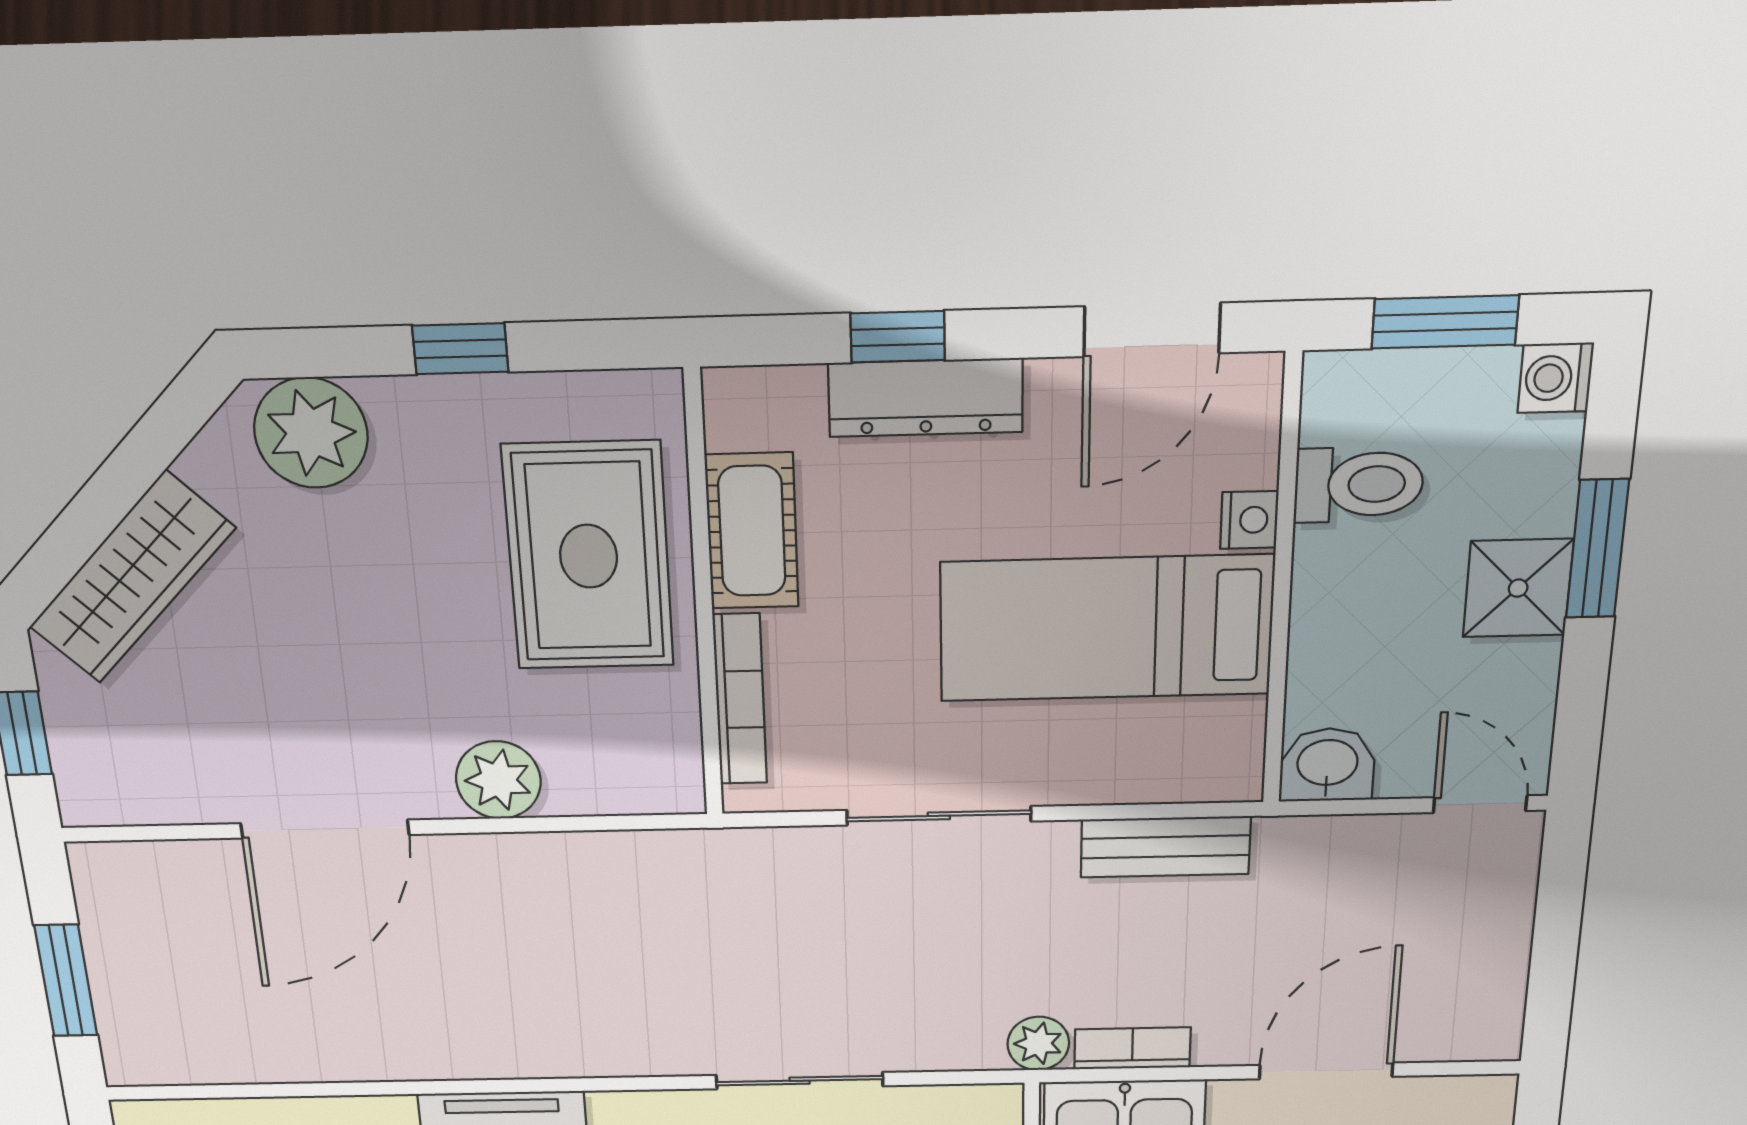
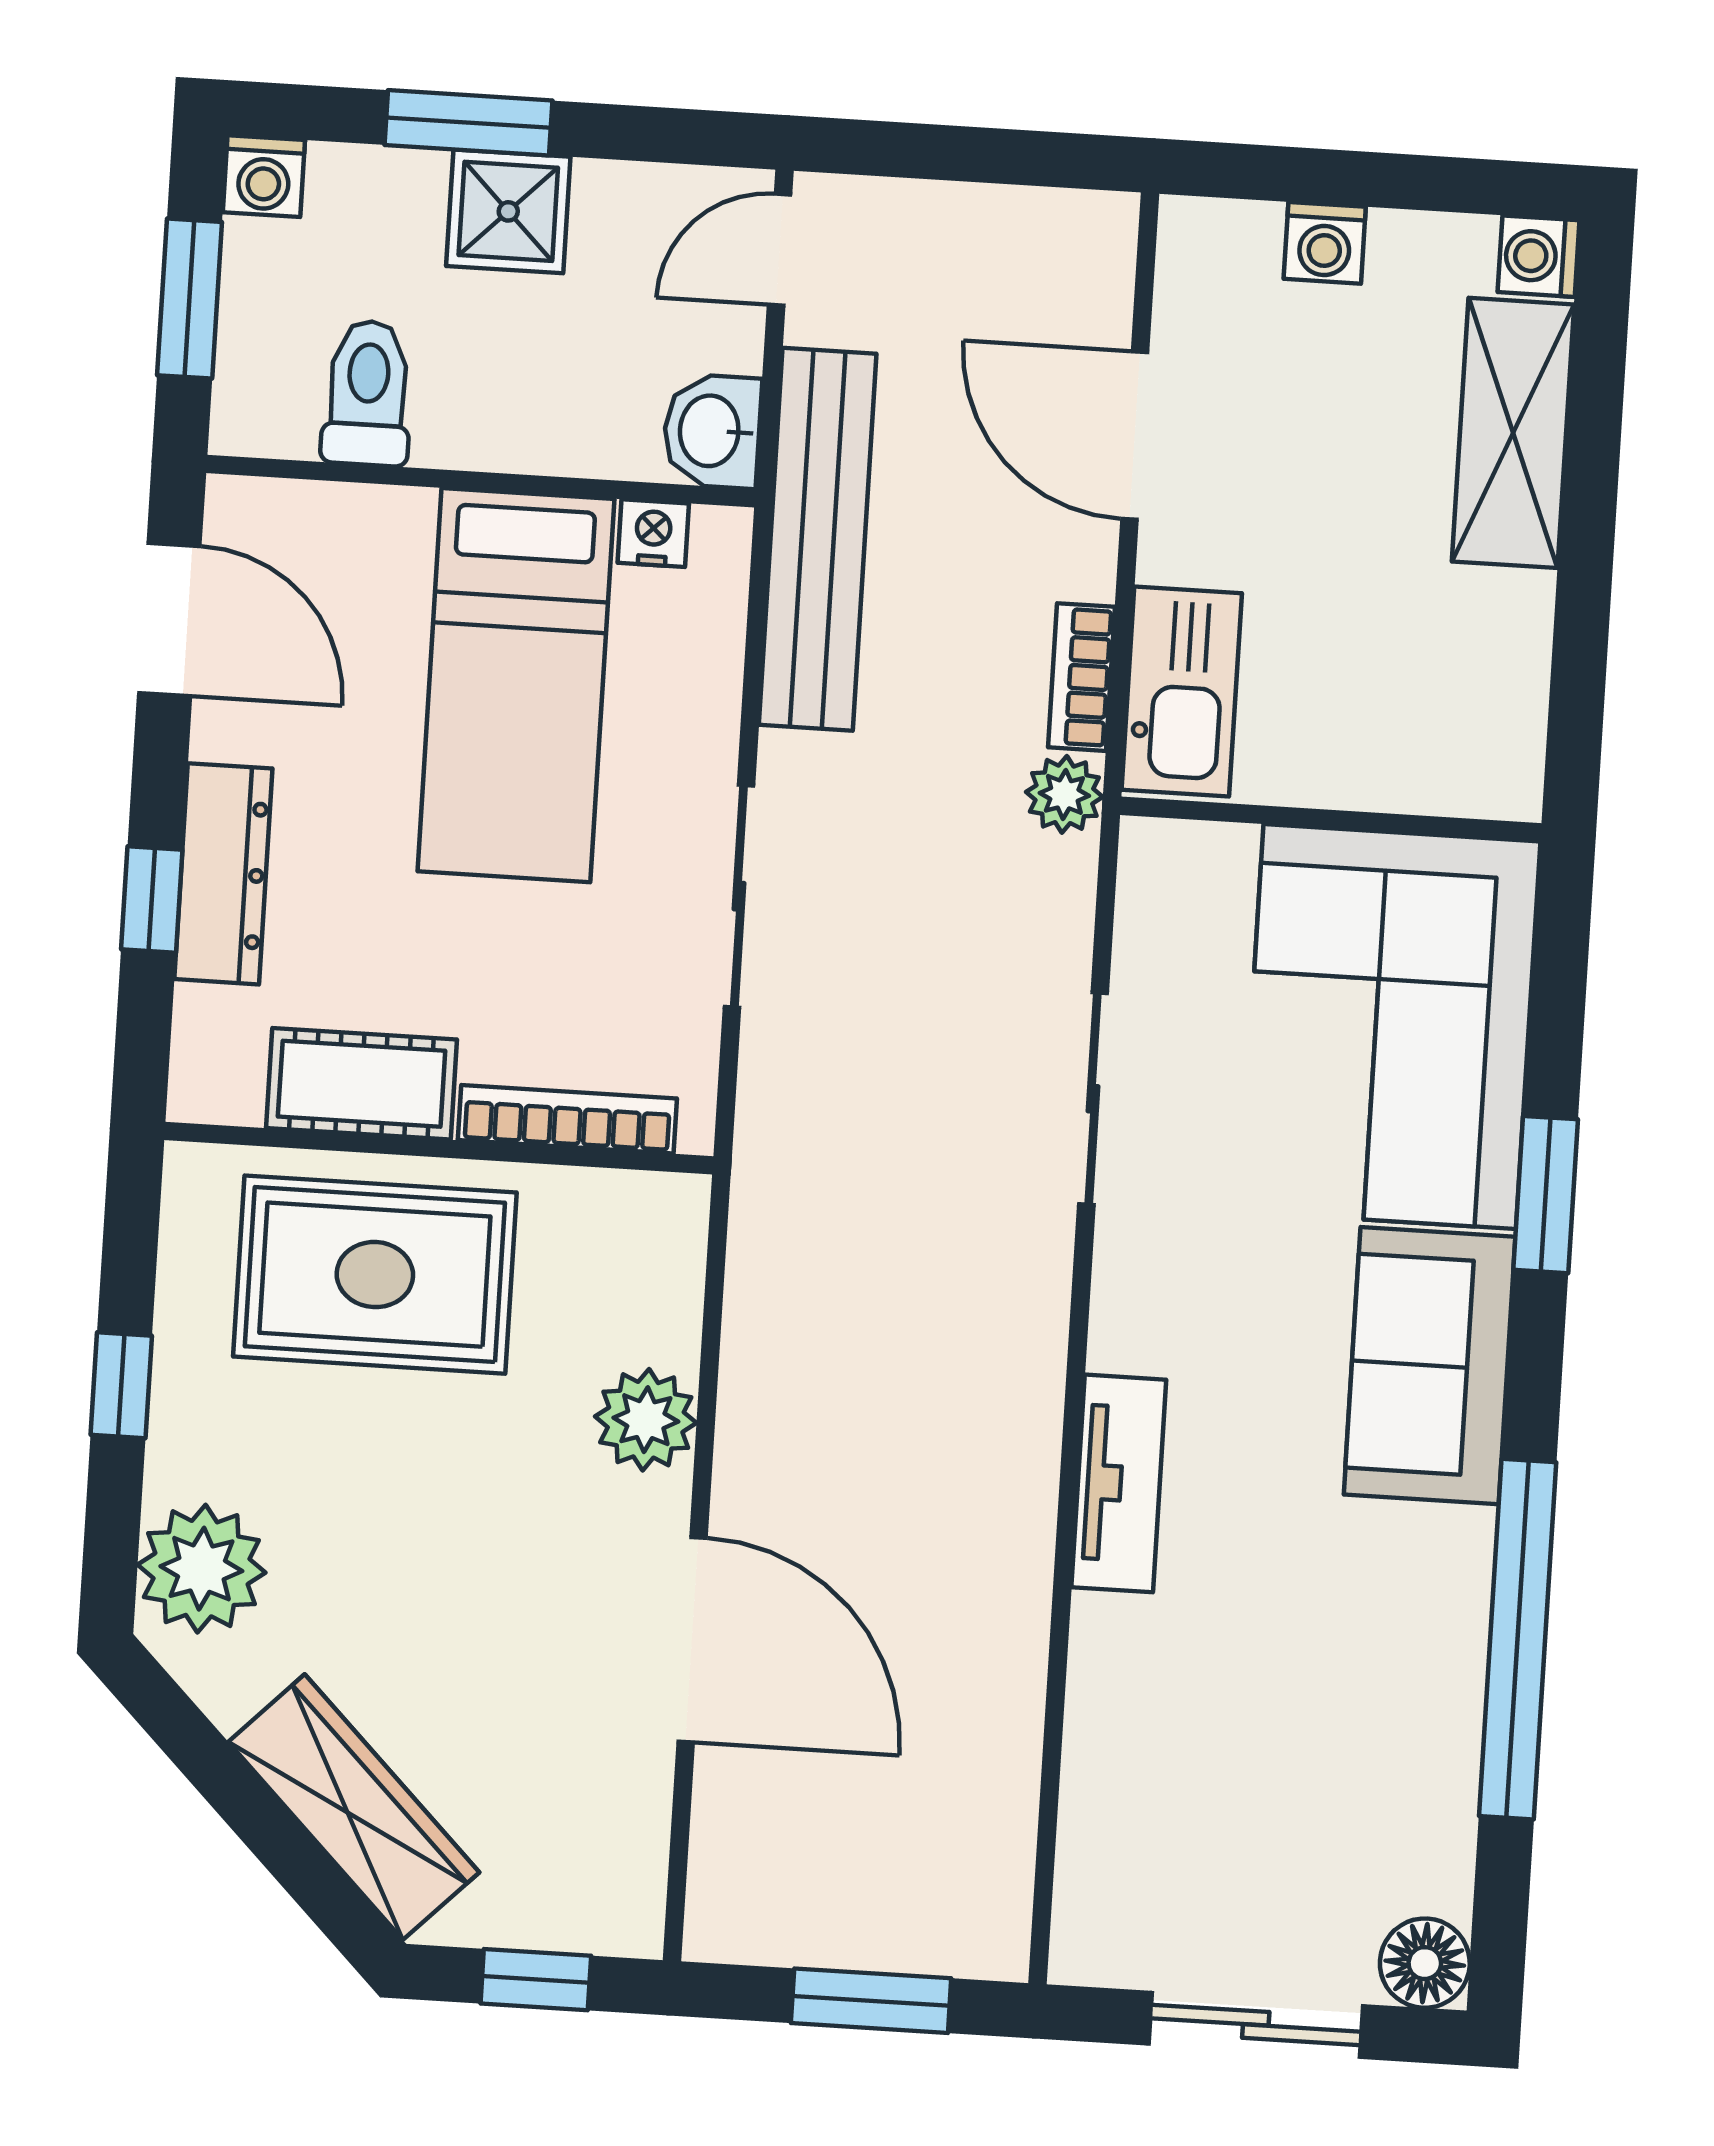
nightstand: (1249, 520) -> (653, 533), moved
bench: (1165, 847) -> (818, 539), width x1.86, depth x1.21

